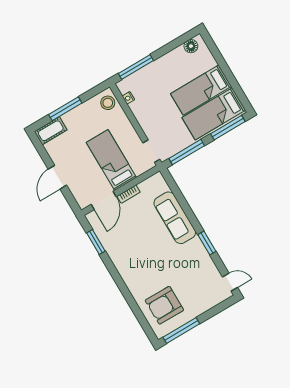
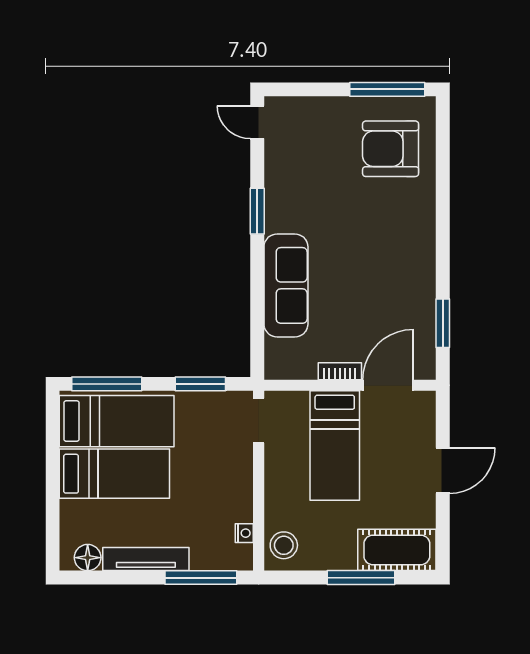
tv unit: (165, 61) -> (146, 559), added
cot: (51, 131) -> (397, 550), width x1.37, depth x1.34
window: (187, 152) -> (200, 384), width x0.69
armchair: (164, 305) -> (391, 149), turned 180

